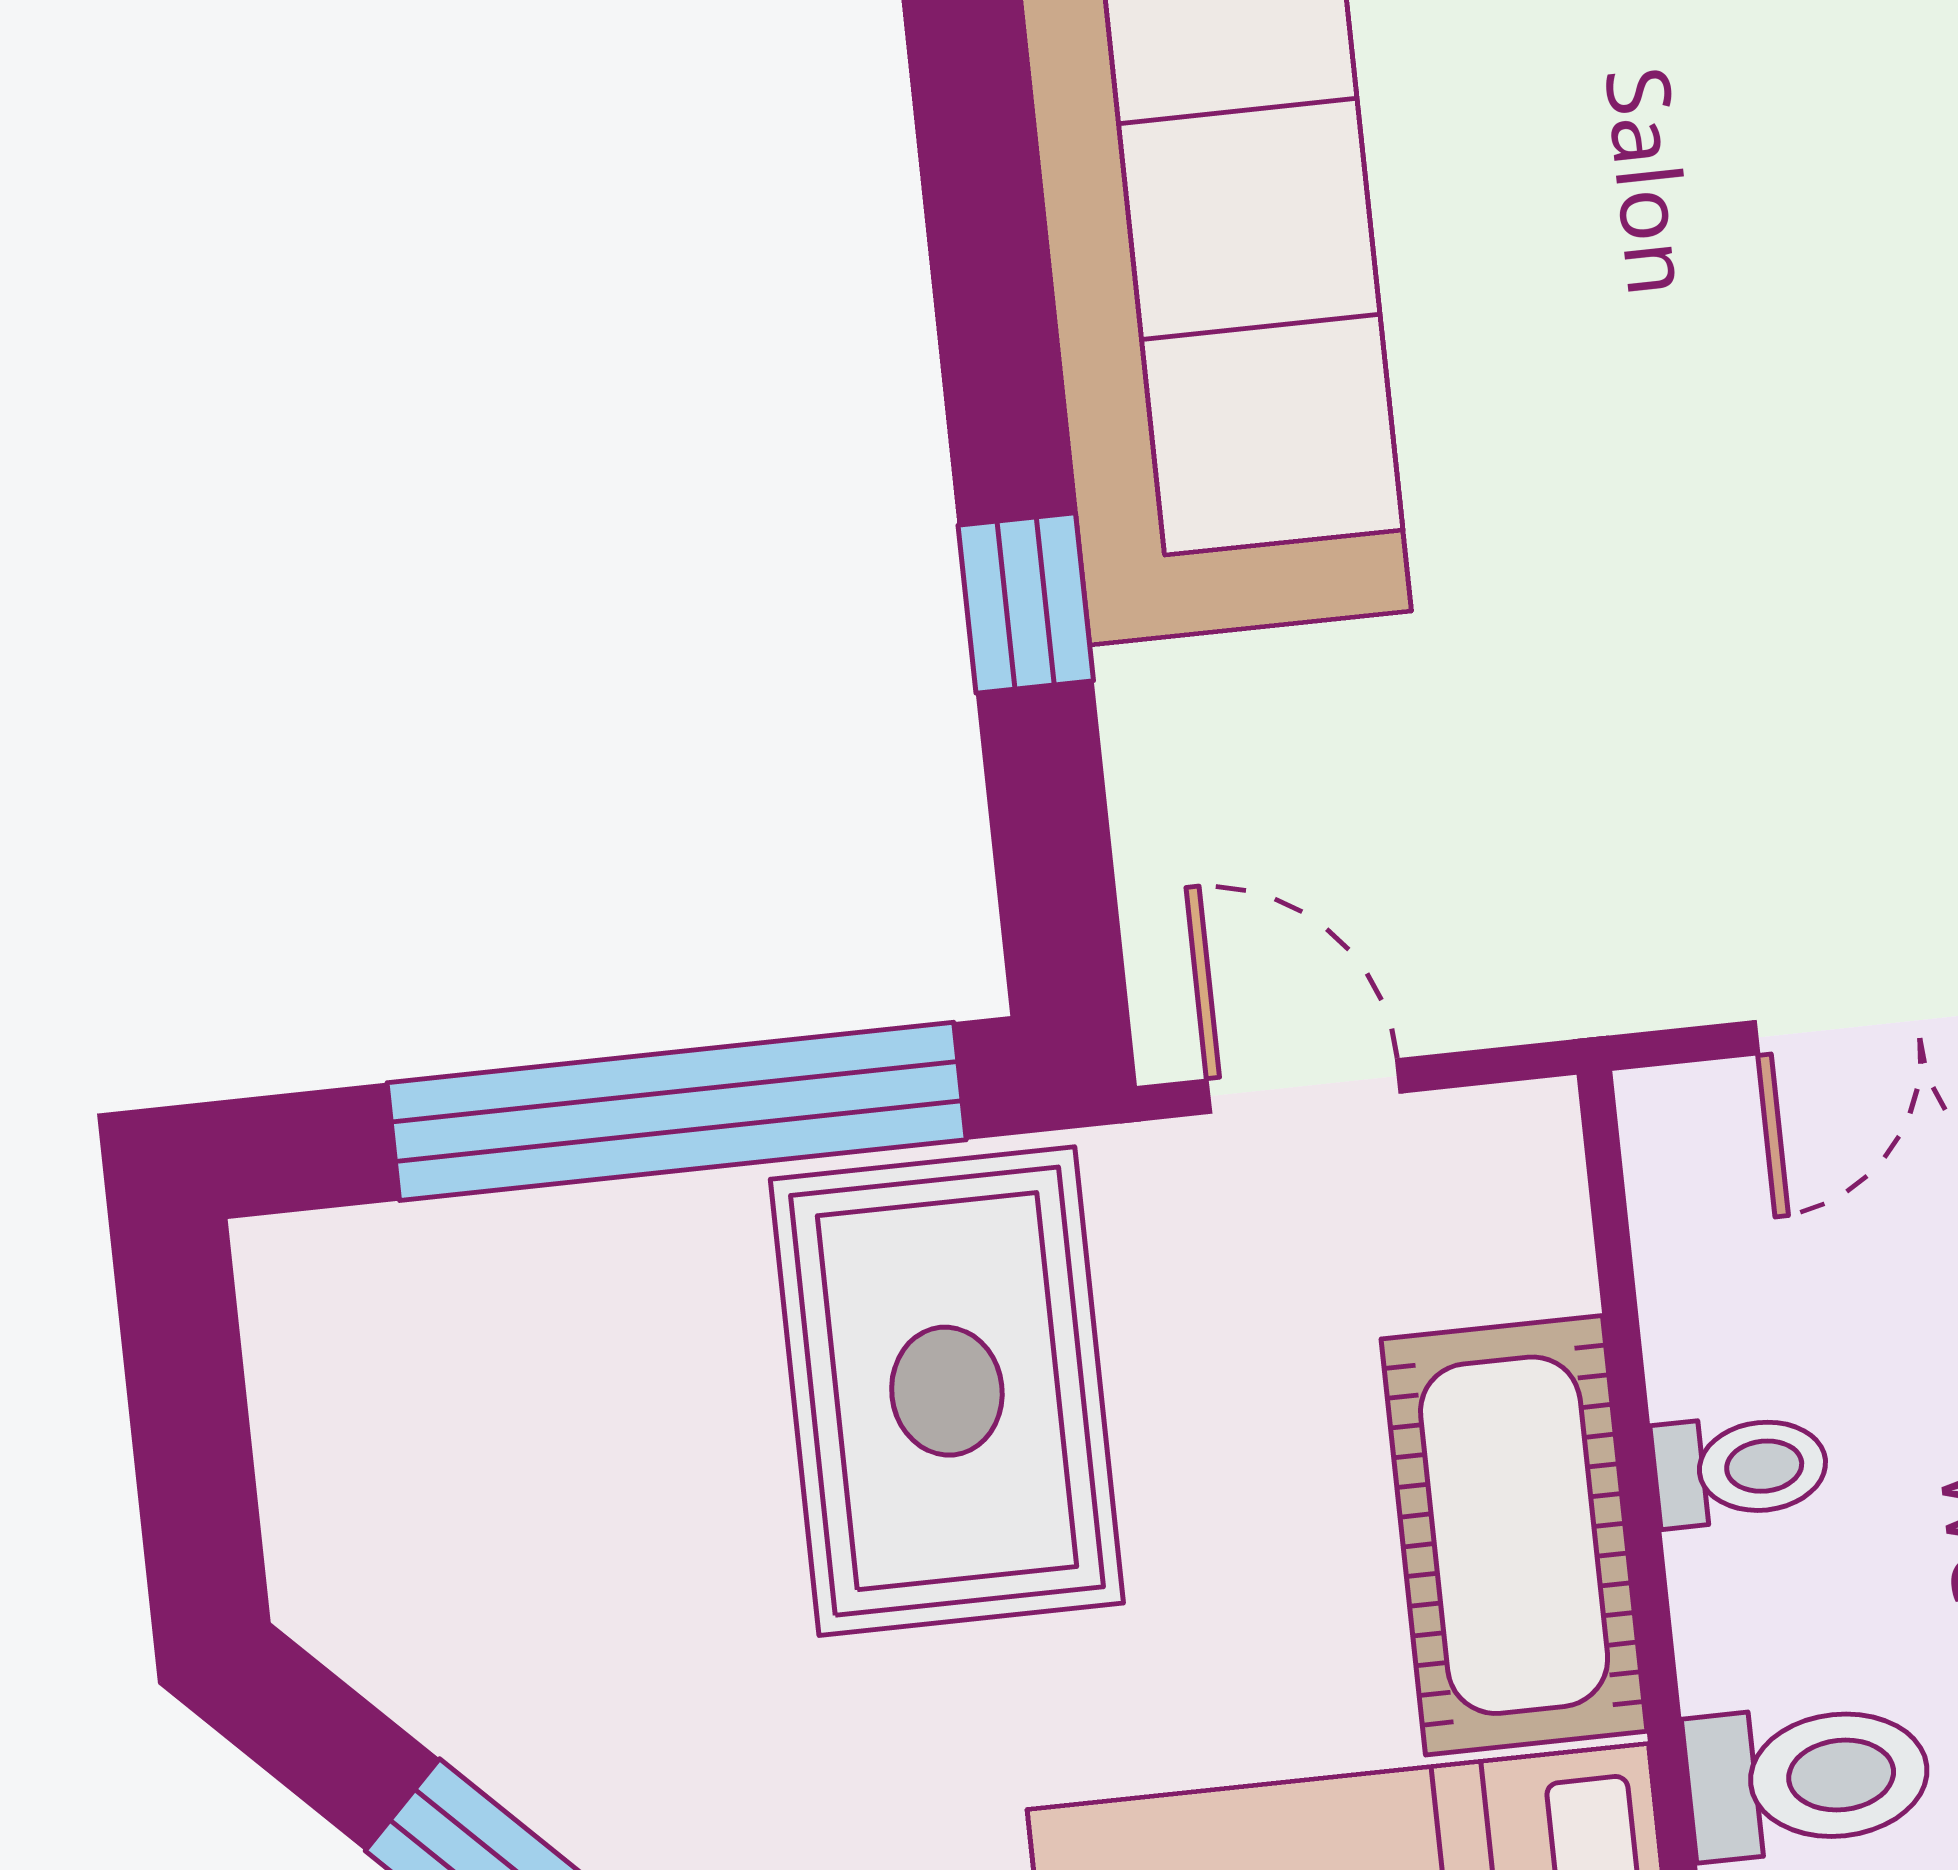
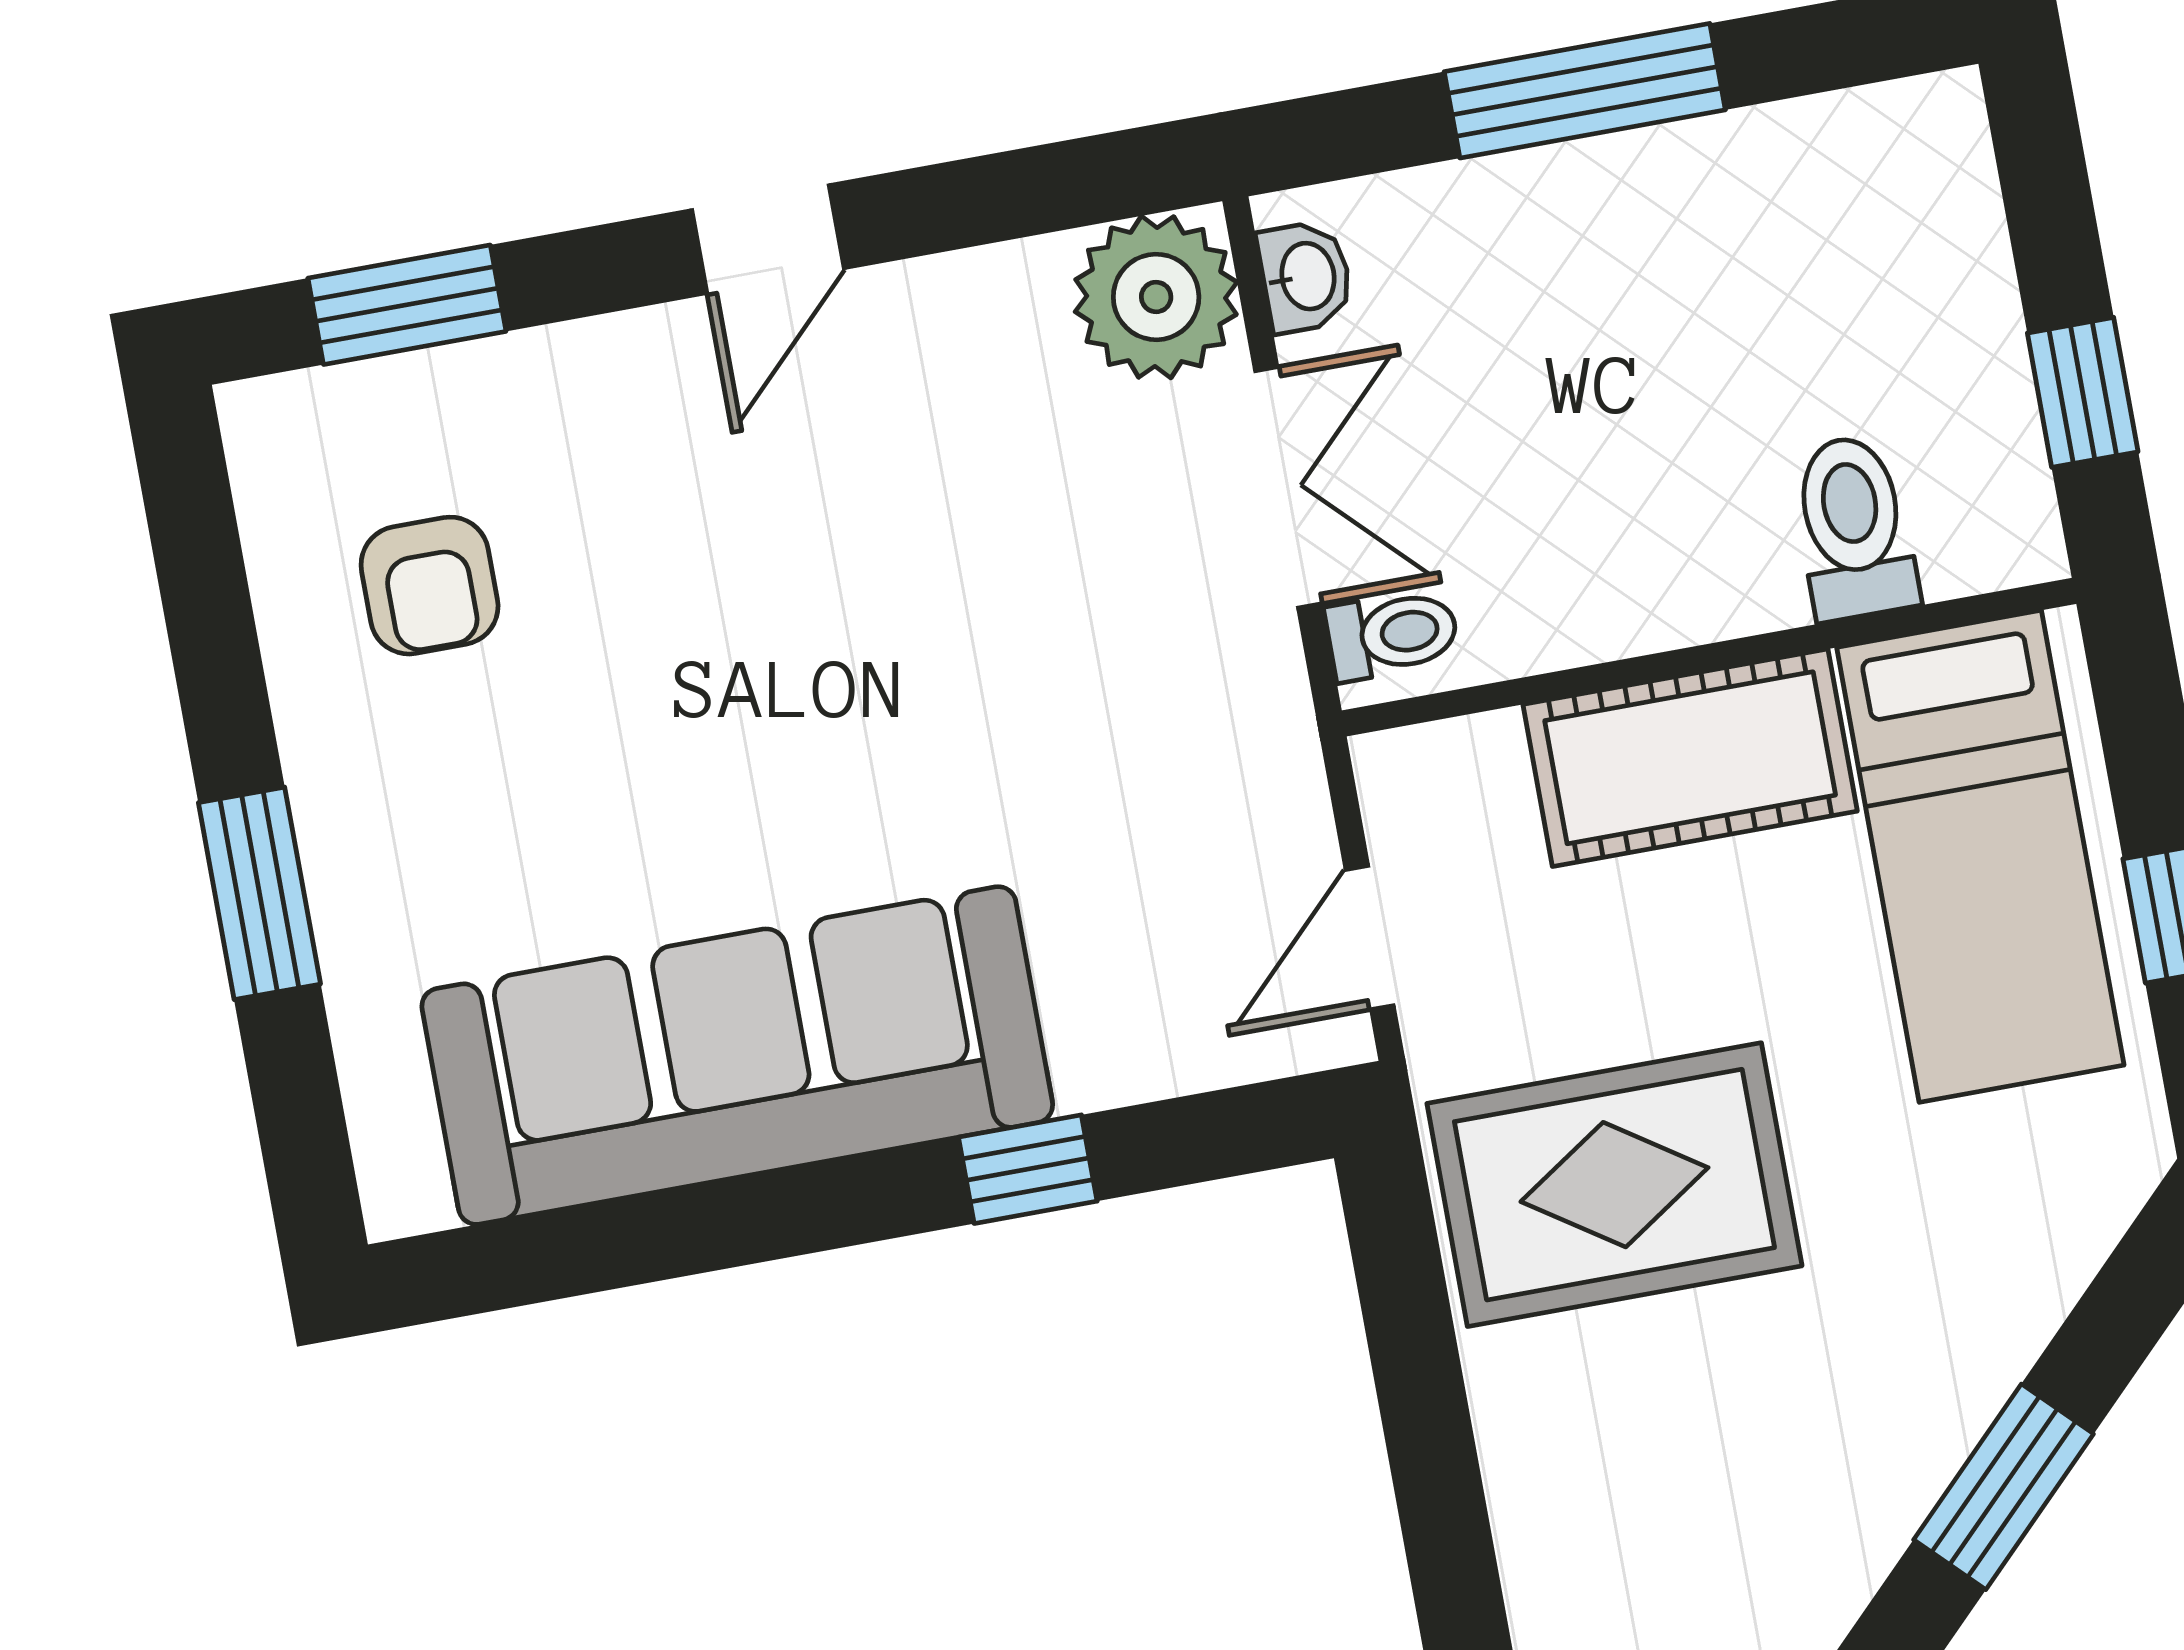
window: (677, 1111) -> (1422, 1400), removed
toilet: (1740, 1469) -> (1392, 634), moved, turned 90

